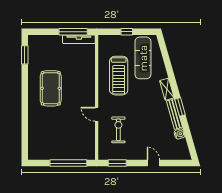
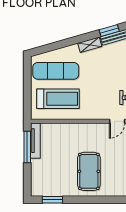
window: (127, 32) -> (27, 89), removed
treadmill: (119, 76) -> (58, 99), moved
pool table: (51, 88) -> (89, 171), turned 90

